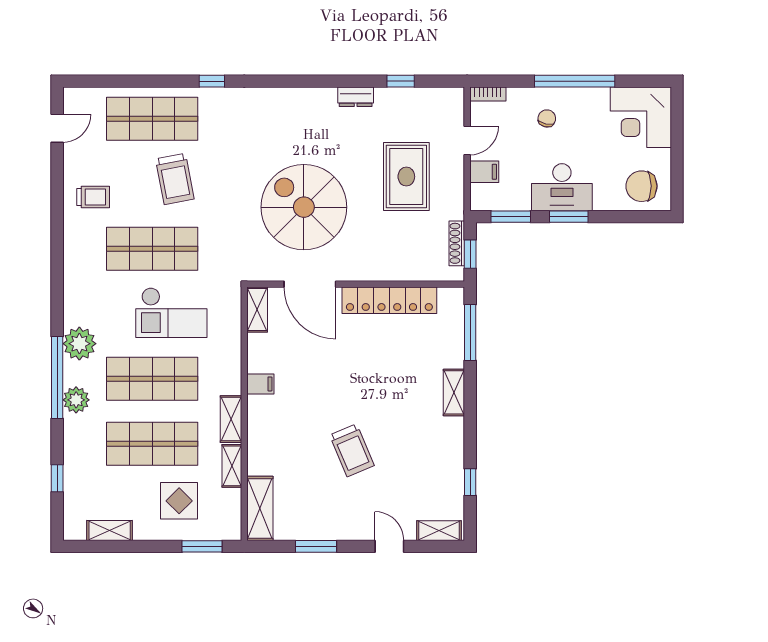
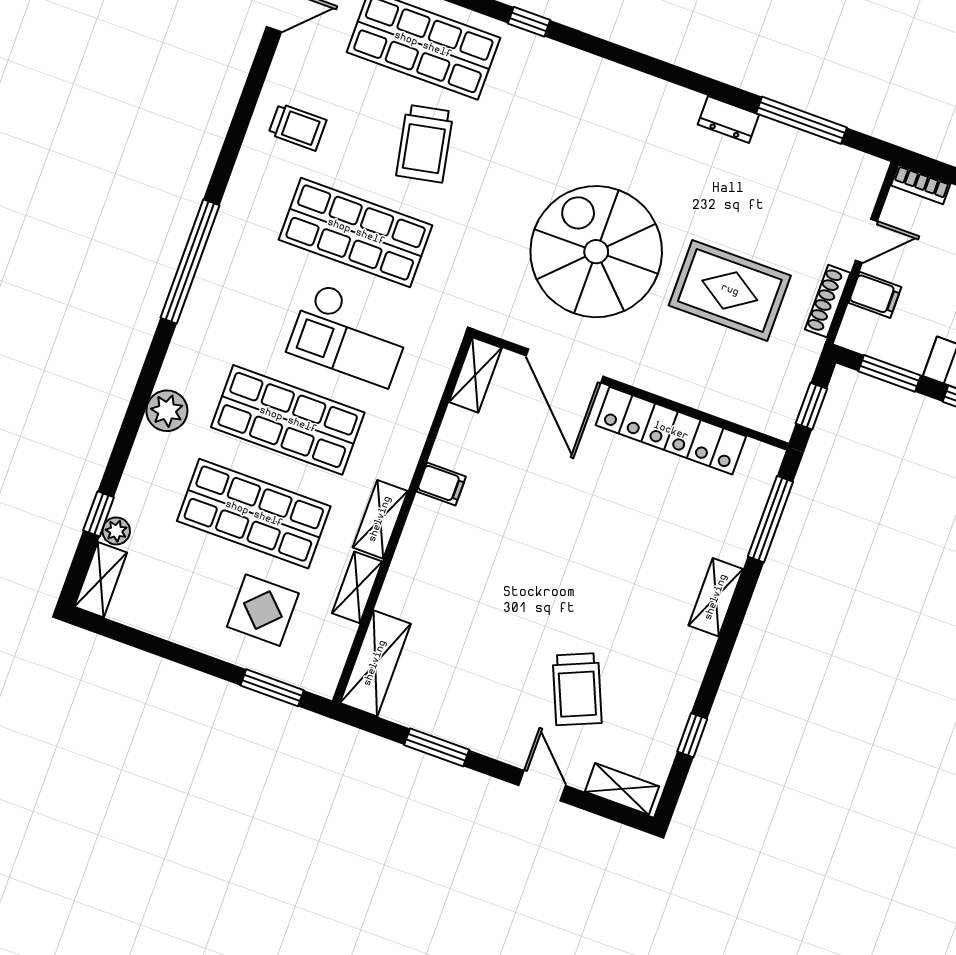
window: (401, 81) -> (801, 120), width x2.17
rug: (406, 177) -> (730, 290), moved, turned 90
shoe rack: (457, 243) -> (828, 301), moved
plant: (79, 344) -> (116, 531), moved, width x0.53, depth x0.53
window: (57, 377) -> (190, 262), moved
trolley: (352, 450) -> (577, 689), moved
shelving: (110, 531) -> (101, 580), moved, turned 90

